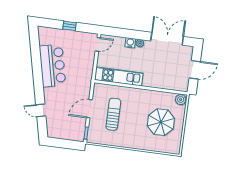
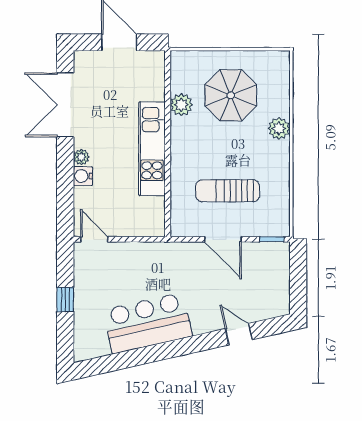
kitchen unit: (119, 76) -> (152, 149), moved
plant: (181, 100) -> (181, 105), moved
door: (41, 110) -> (239, 334), swing flipped
plant: (141, 144) -> (279, 129), added

